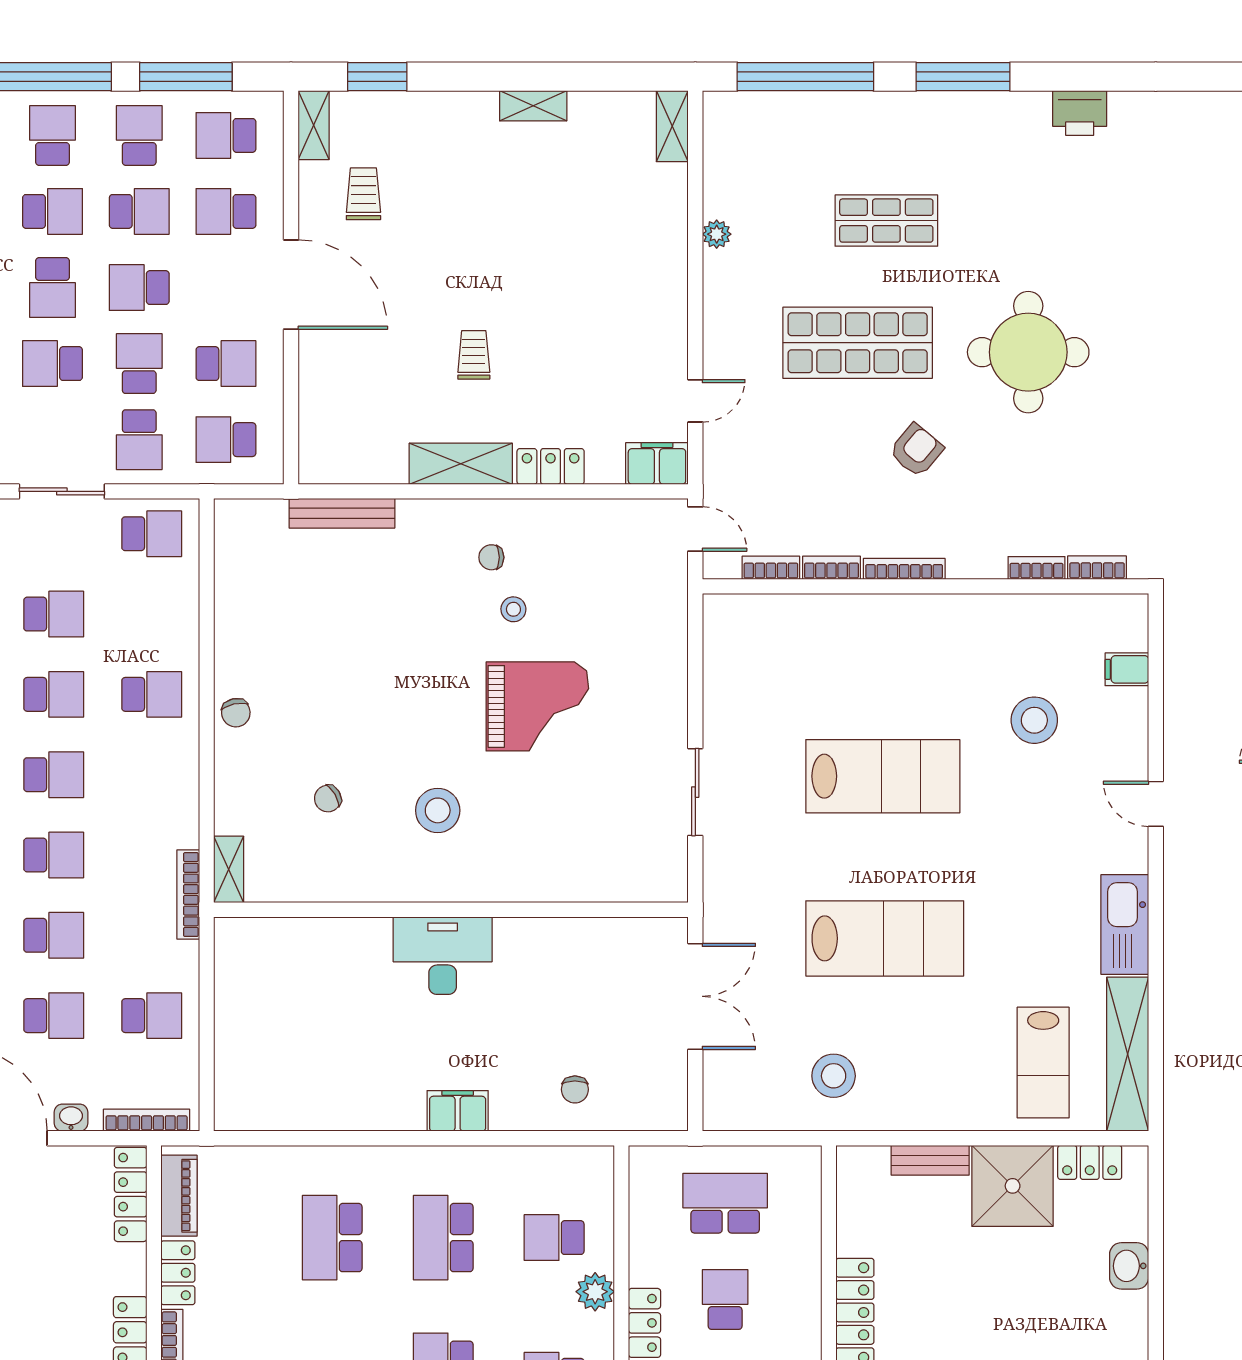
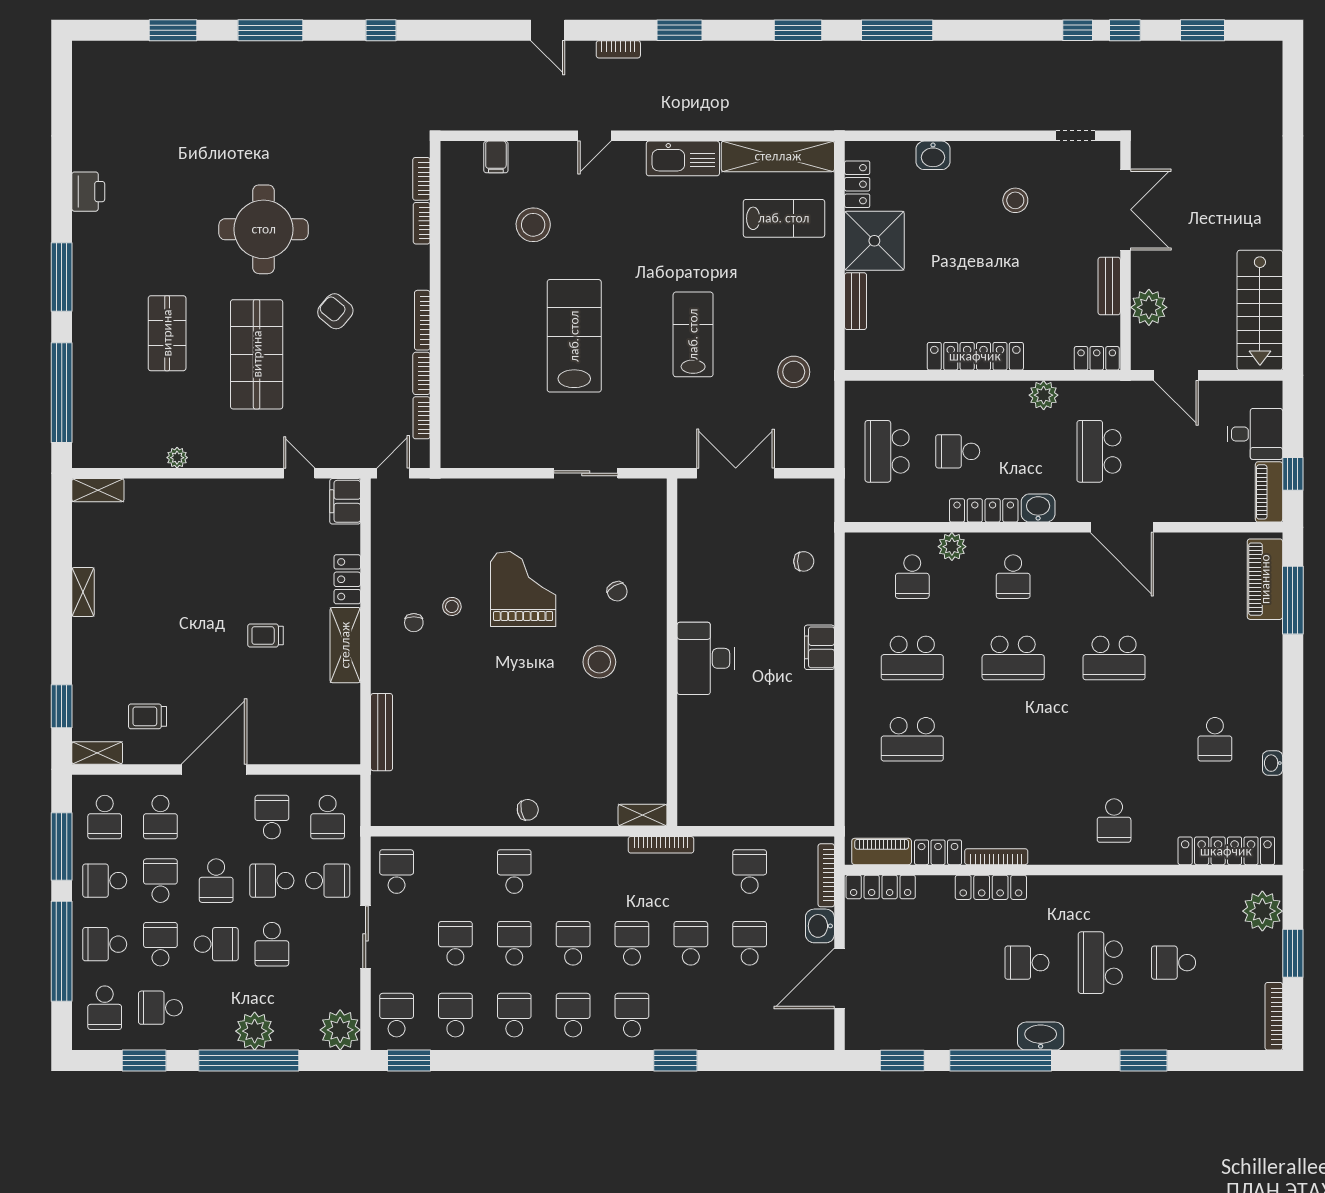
chair: (328, 799) -> (617, 591), moved
lab bench: (885, 938) -> (693, 334), width x0.73, depth x0.72
washbasin: (71, 1118) -> (820, 926), width x1.38, depth x1.45

